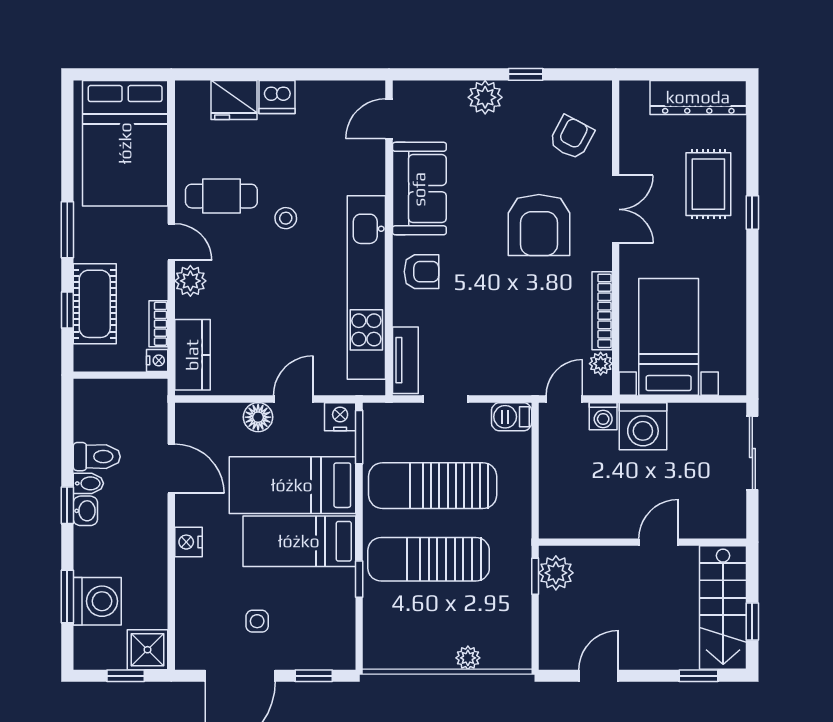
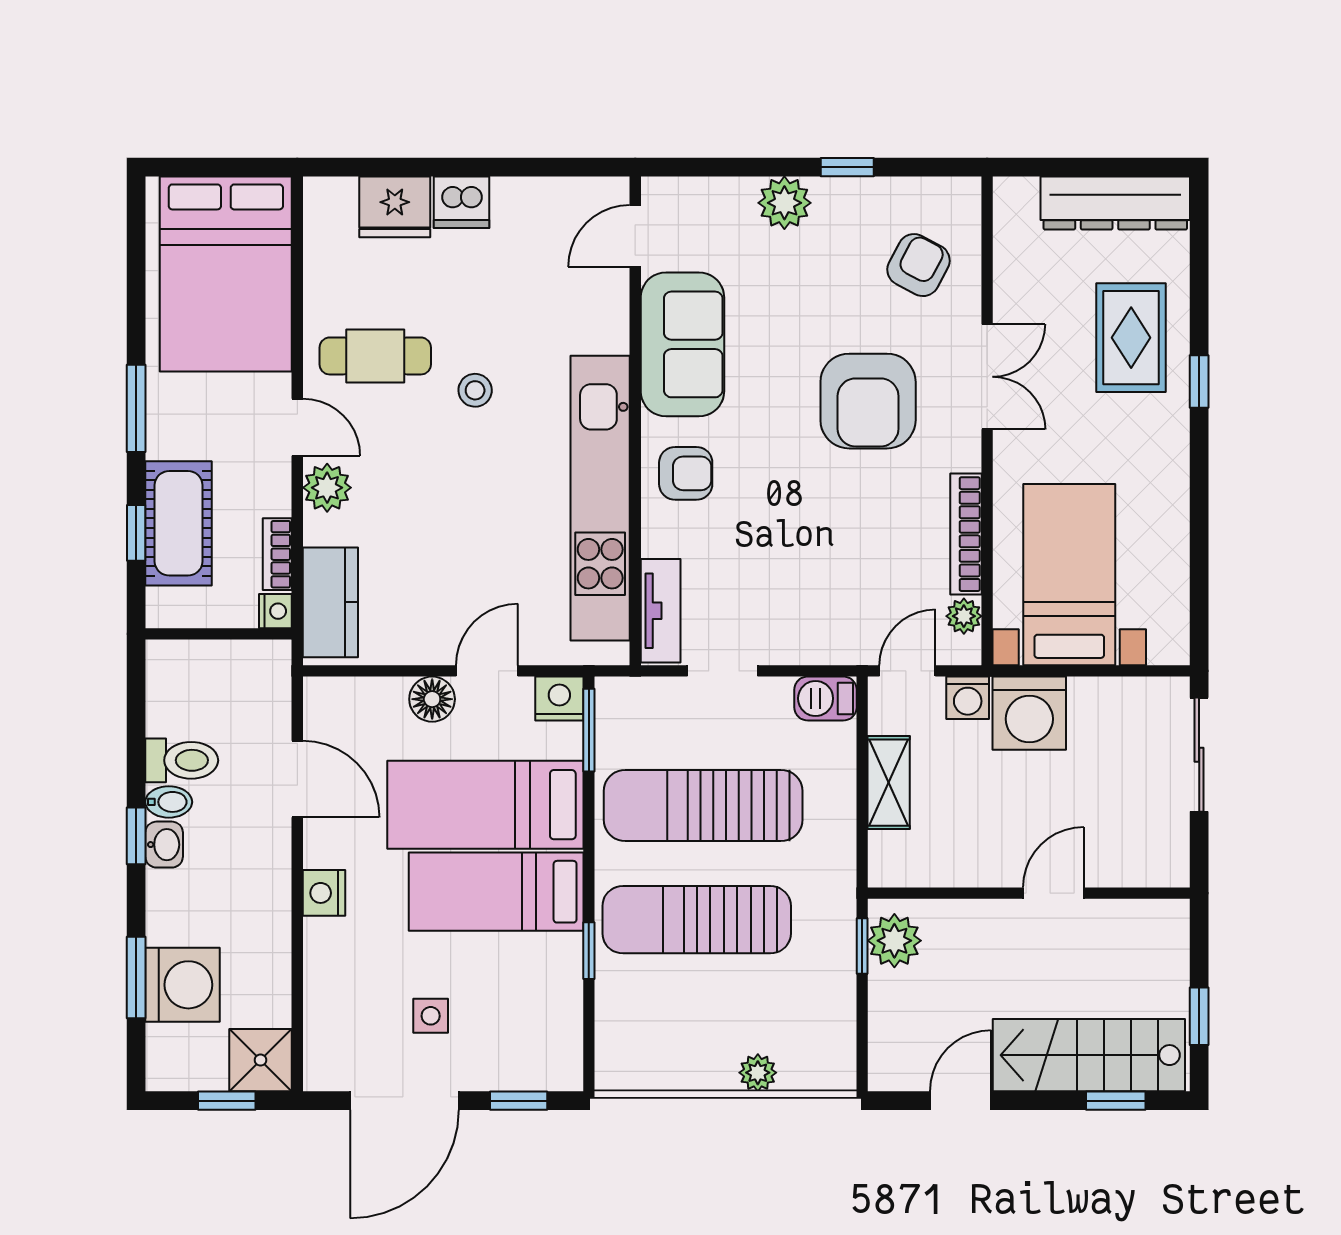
shelving: (552, 471) -> (889, 783), added
stairs: (723, 608) -> (1089, 1055), moved, turned 90

